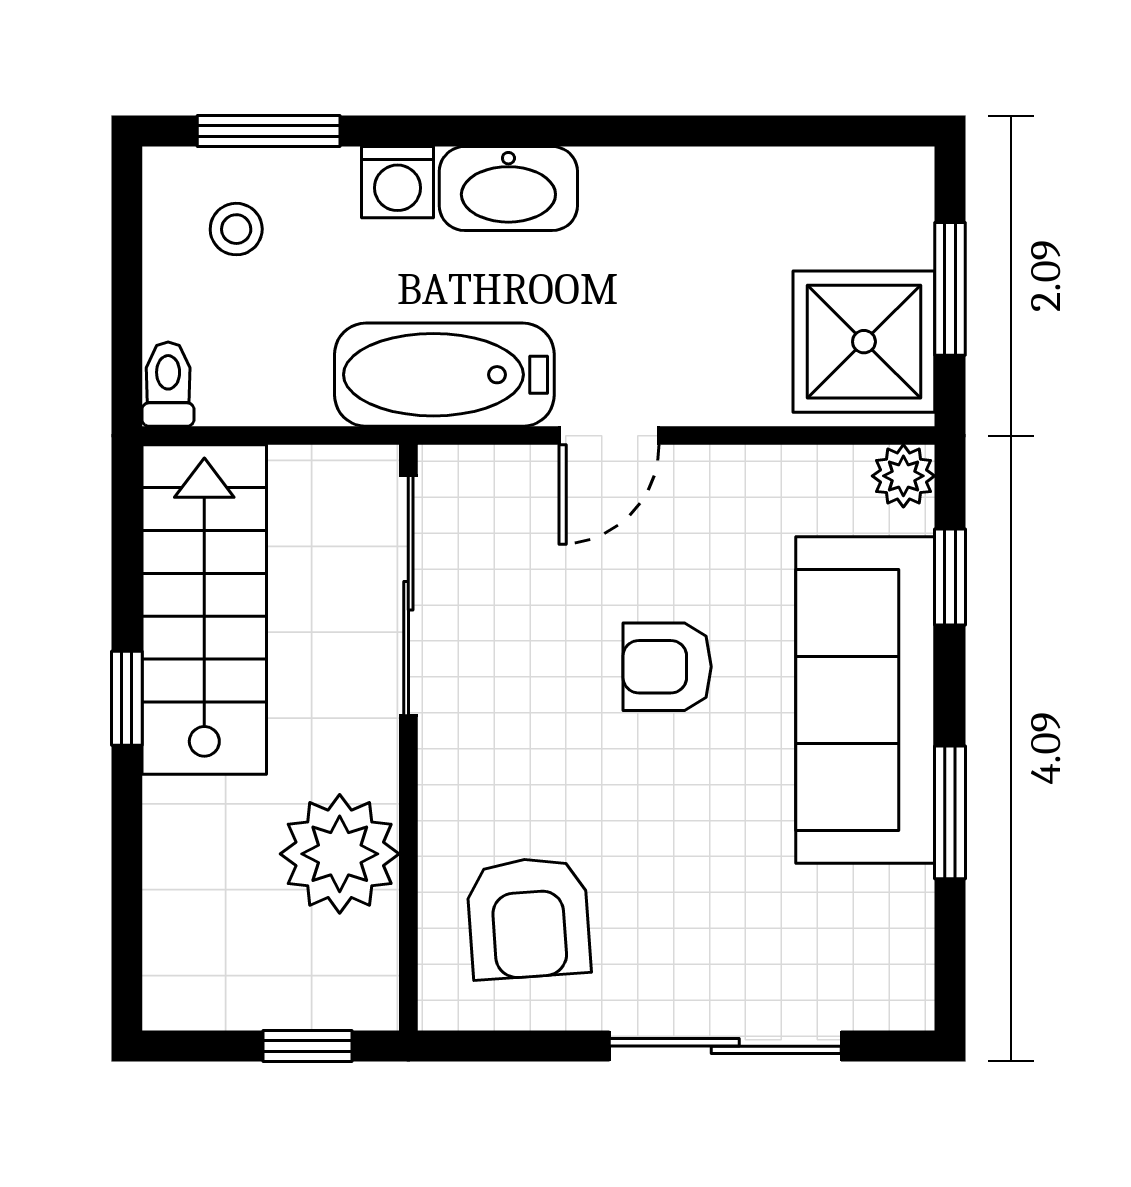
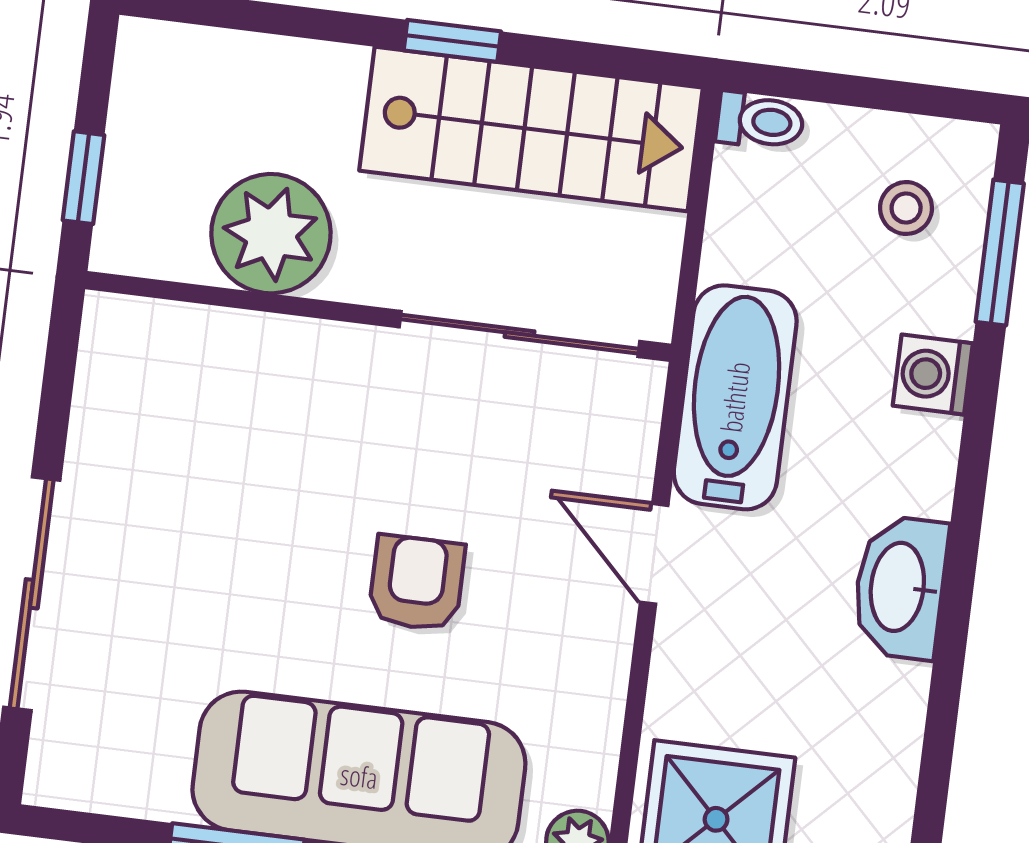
washbasin: (508, 189) -> (900, 587), moved
armchair: (529, 918) -> (184, 414), removed

